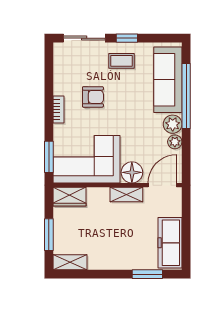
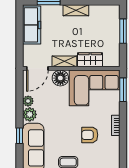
window: (186, 96) -> (20, 136), width x0.32
wardrobe: (69, 197) -> (90, 60), moved
shelving: (70, 262) -> (76, 10), moved

